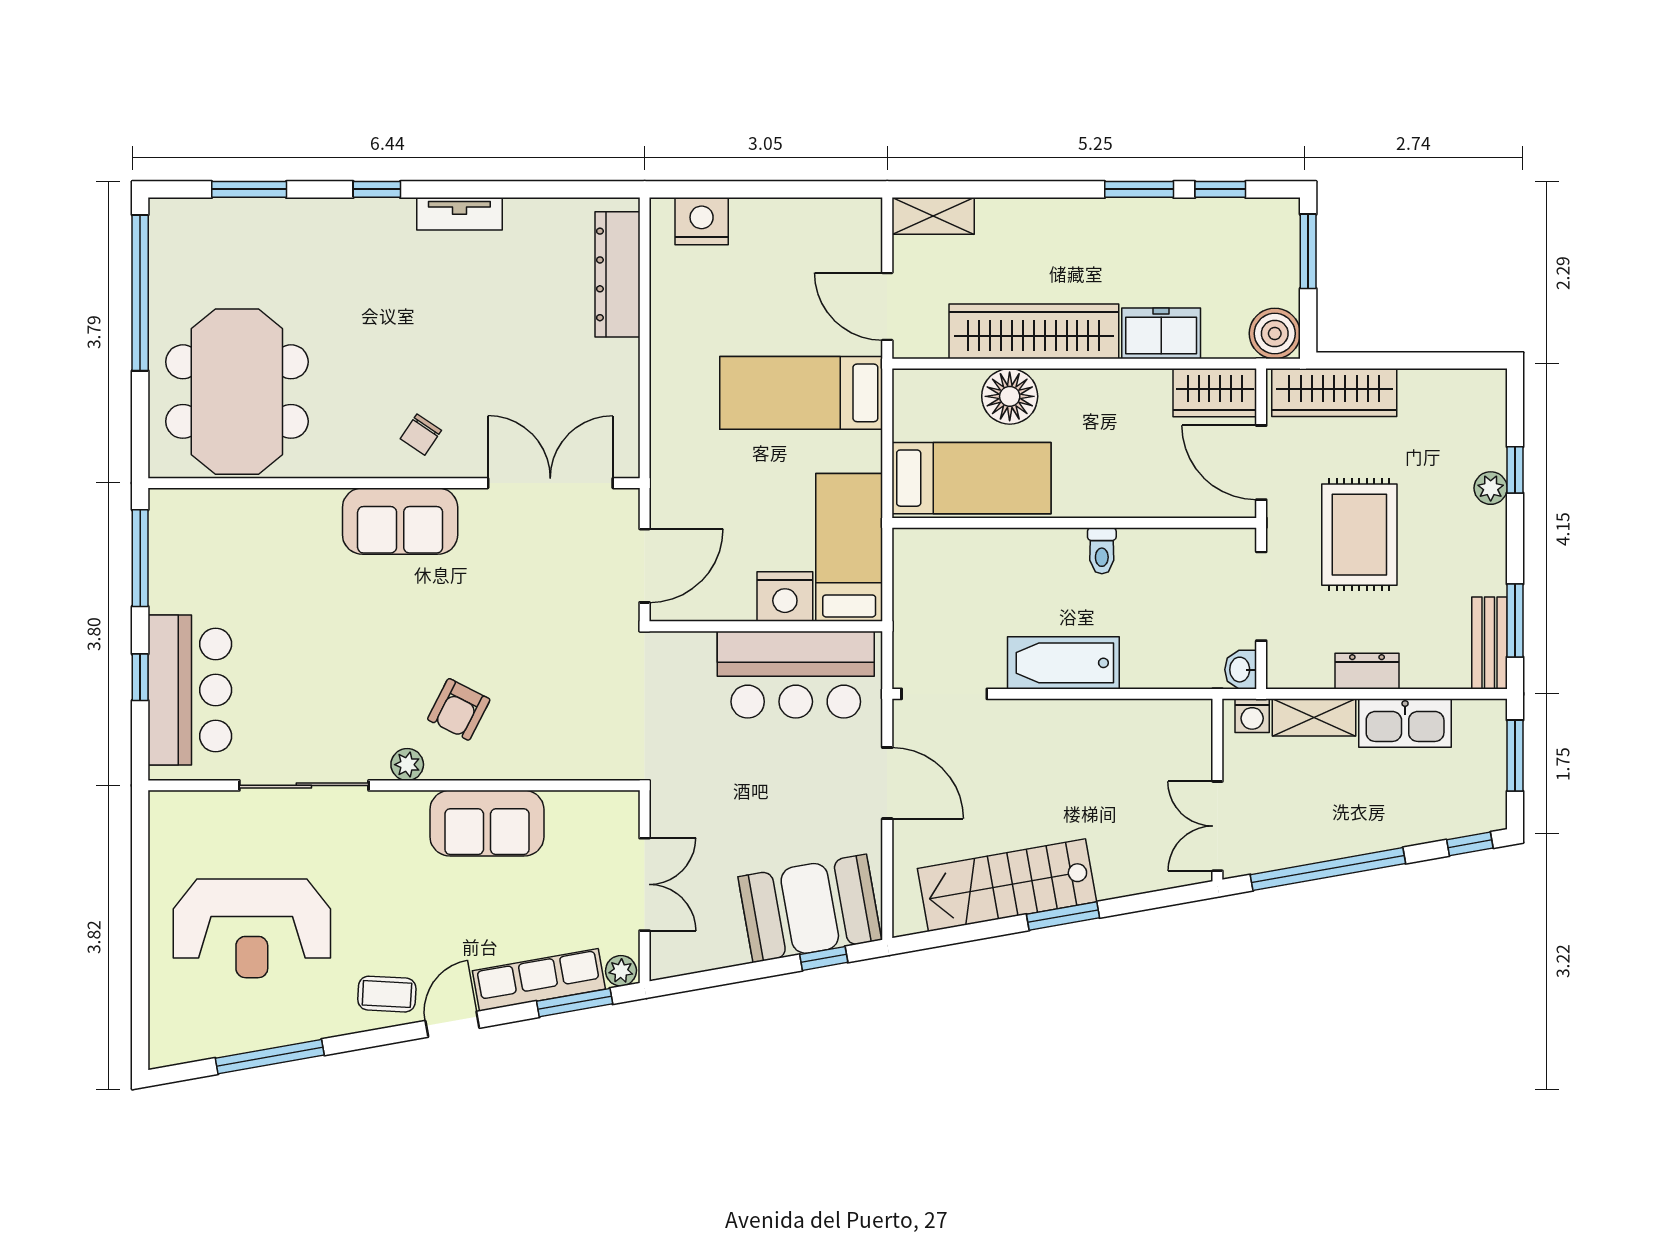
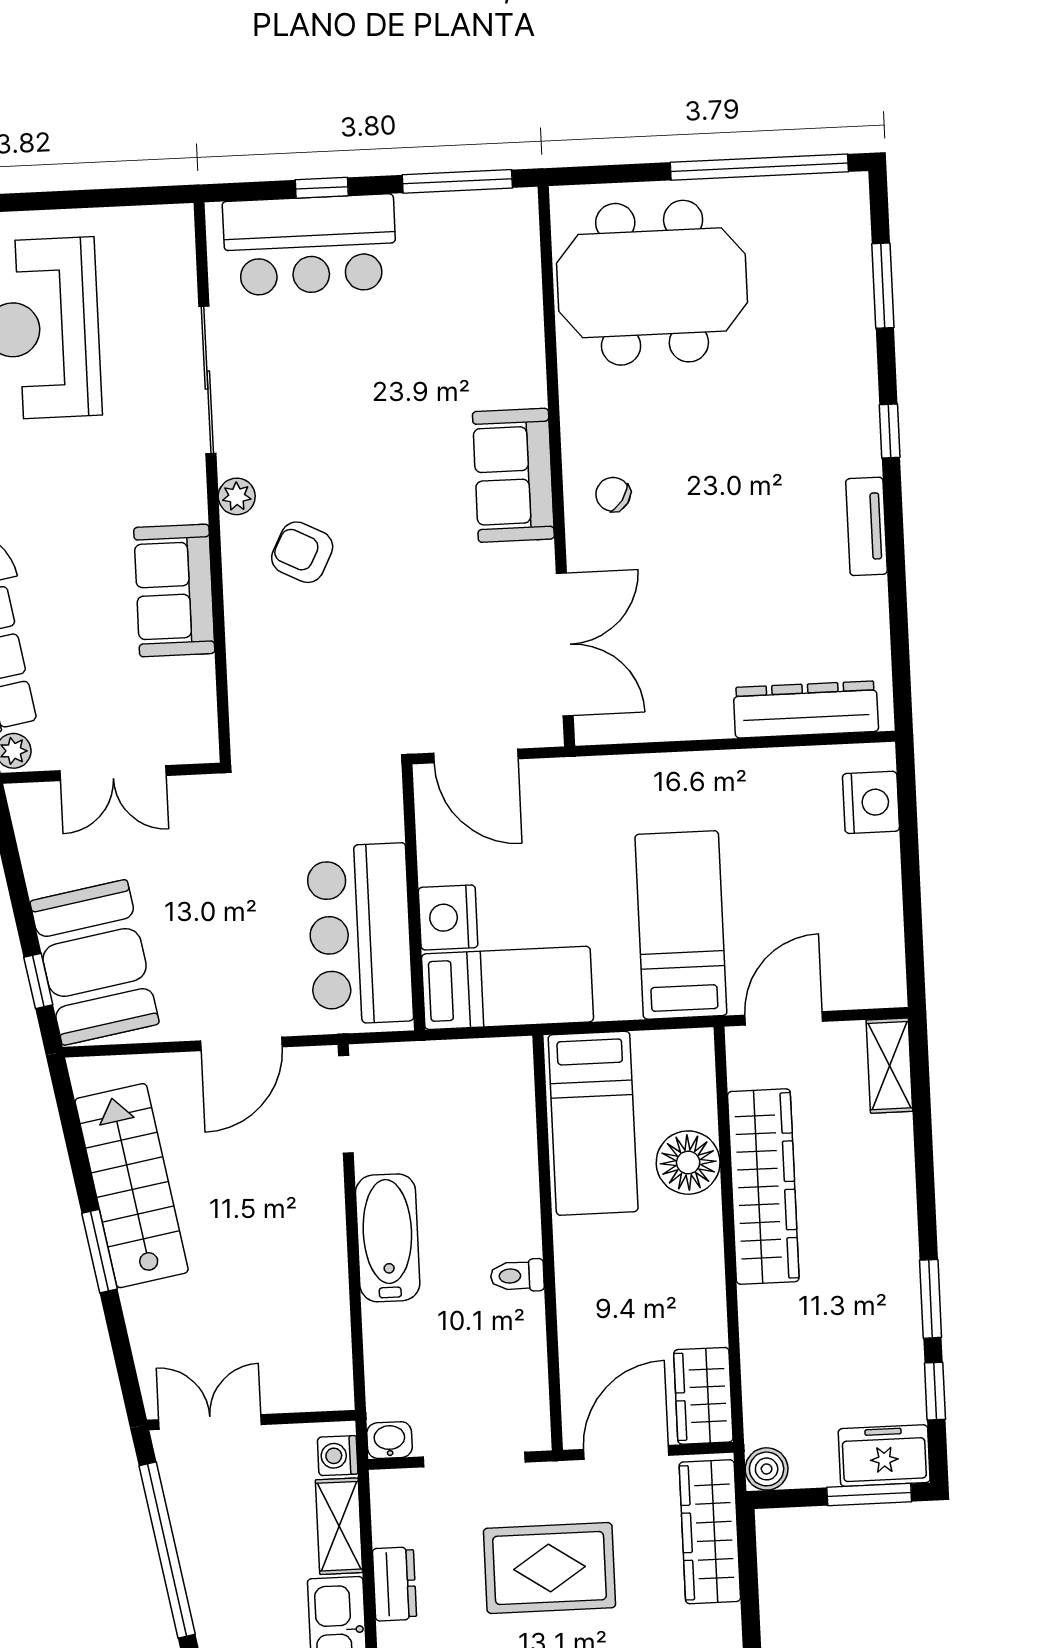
freezer: (1161, 333) -> (884, 1456), moved, turned -90
boiler: (1275, 333) -> (767, 1469), width x0.73, depth x0.73

